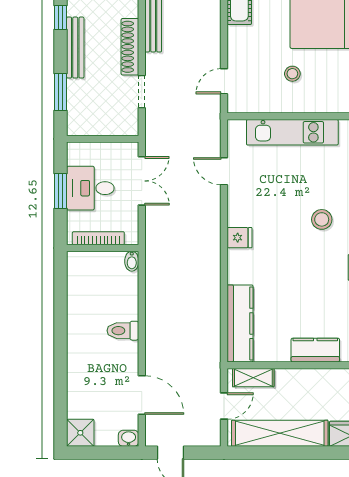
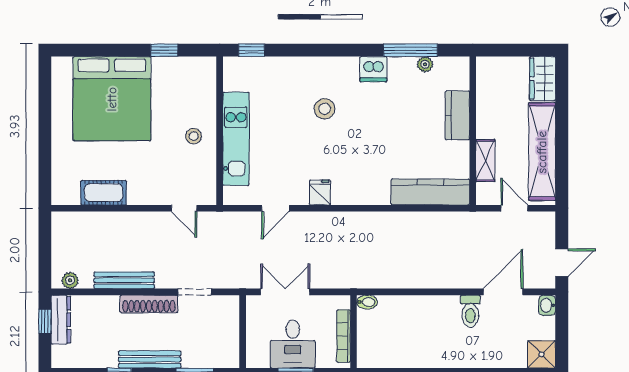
stool: (292, 74) -> (194, 136), moved
fridge: (239, 238) -> (320, 192), moved
toilet: (123, 331) -> (470, 311), moved
shelving: (253, 378) -> (485, 161), moved

